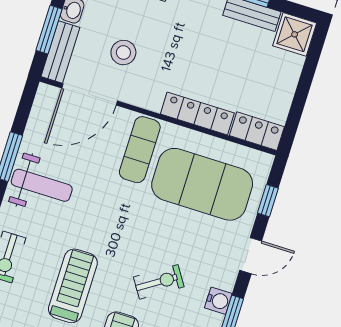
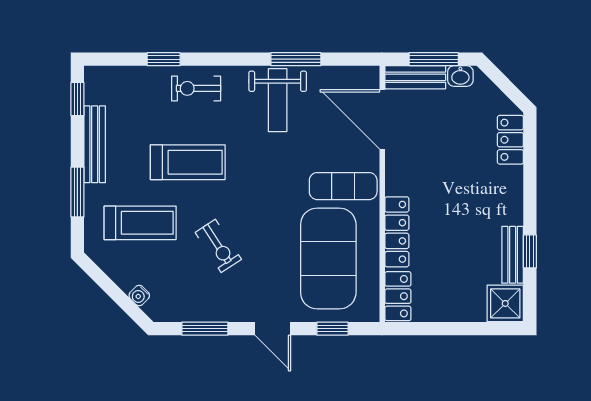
stool: (123, 53) -> (434, 140), removed
water cooler: (218, 301) -> (218, 311), removed

